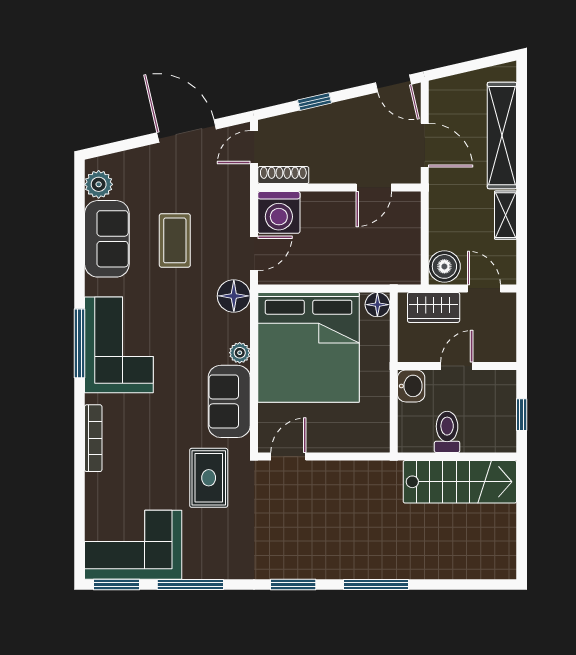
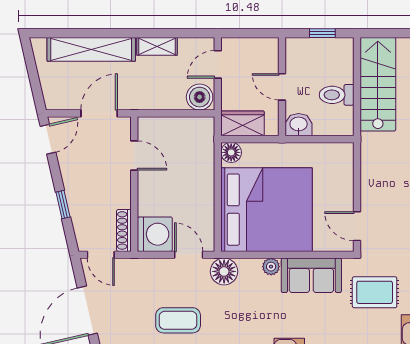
wardrobe: (434, 307) -> (243, 123), moved, turned -90

